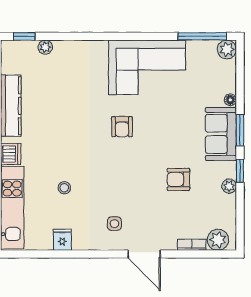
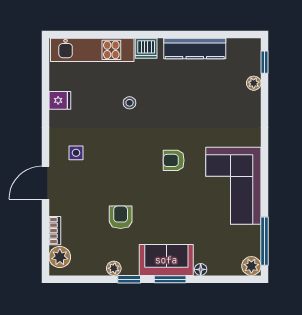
stool: (64, 188) -> (130, 103), moved

